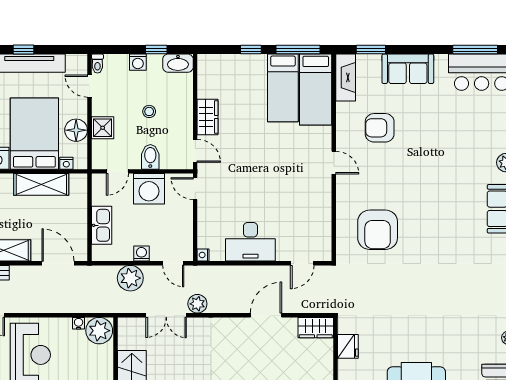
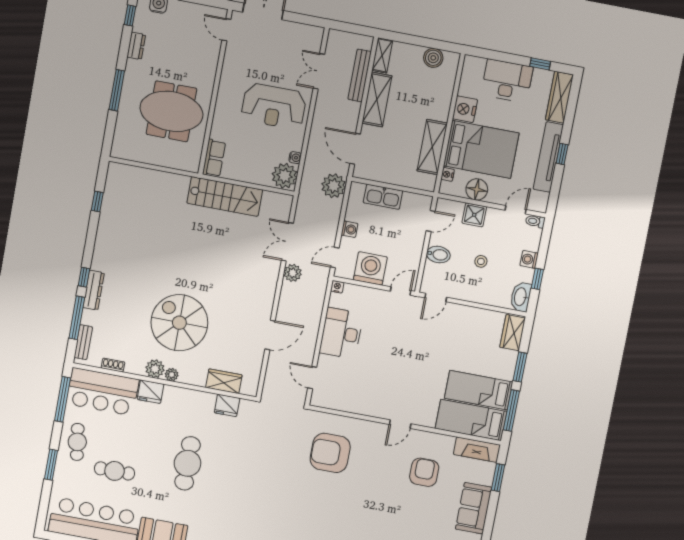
window: (251, 50) -> (520, 367), width x1.50
wardrobe: (208, 117) -> (513, 333), moved, turned 90
door: (117, 171) -> (431, 221), swing flipped
washing machine: (149, 189) -> (370, 268), moved, turned 90
door: (58, 263) -> (355, 149), swing flipped
plant: (130, 278) -> (334, 186), moved
door: (266, 315) -> (270, 335), hinge flipped
wardrobe: (316, 328) -> (224, 381), moved, turned 90

